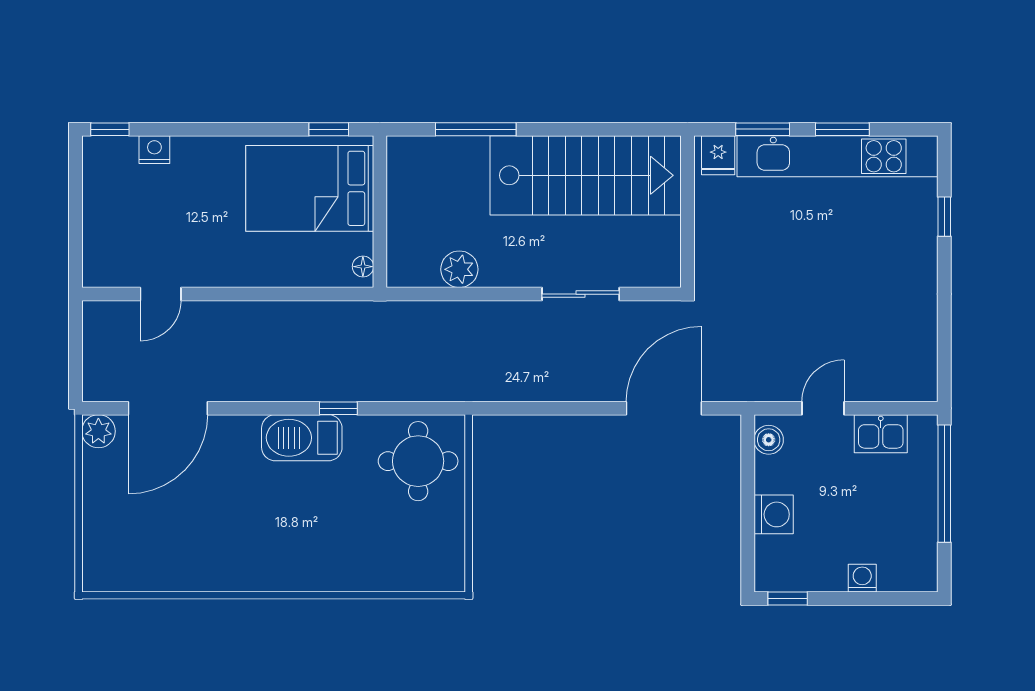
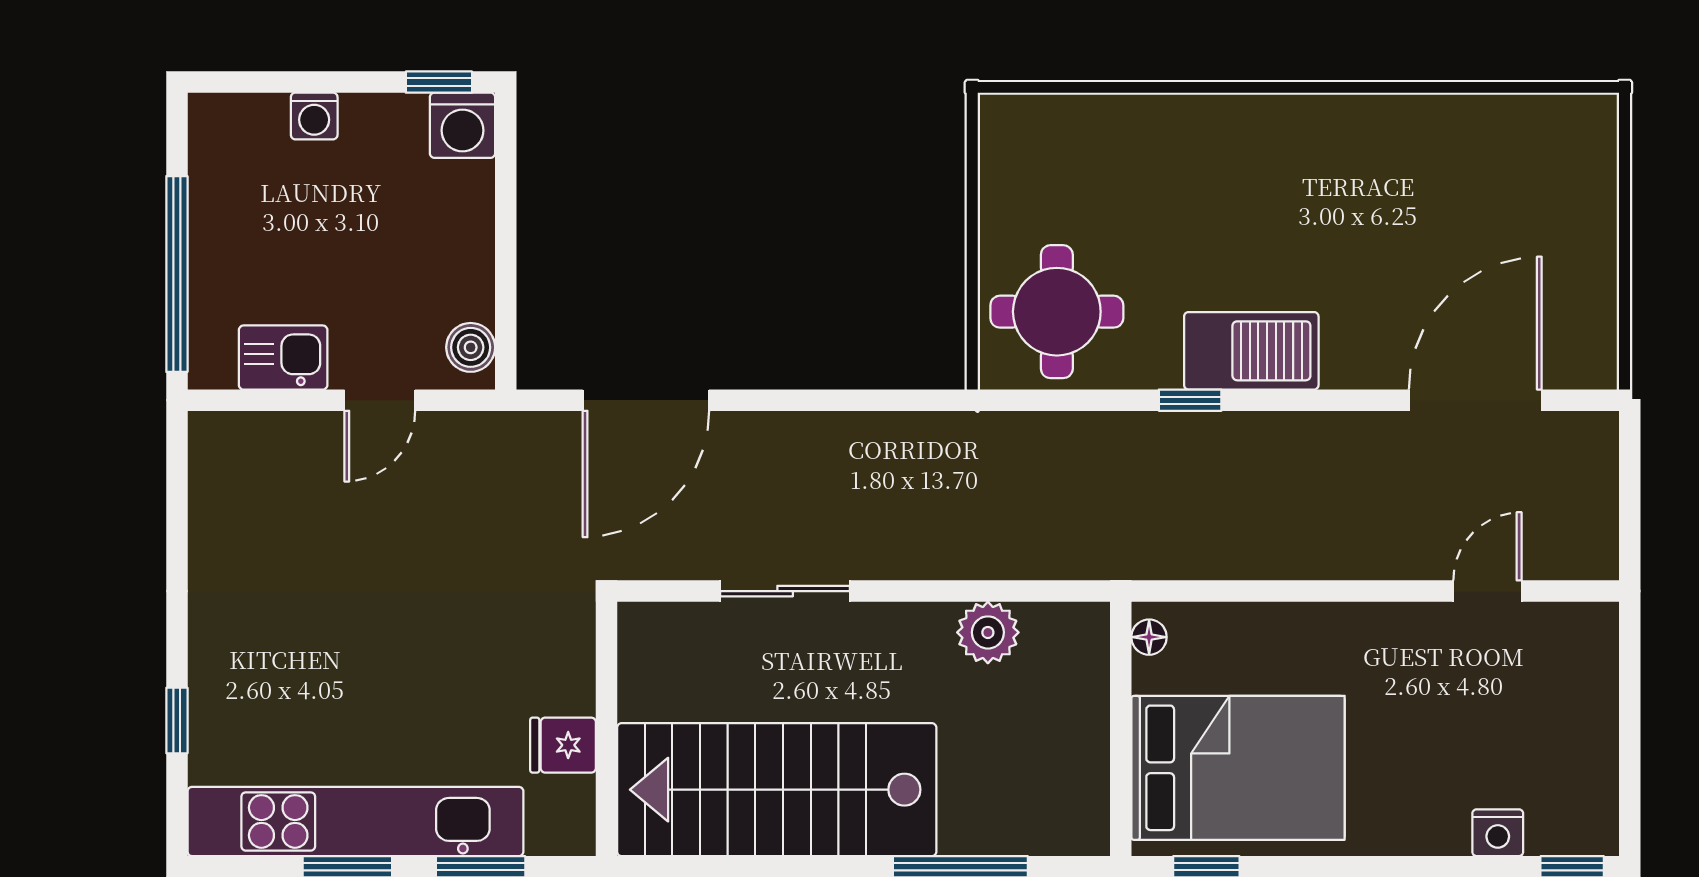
fridge: (718, 155) -> (563, 745), moved, turned -90
plant: (98, 431) -> (1591, 362), removed
washing machine: (774, 514) -> (462, 125), moved, turned -90

